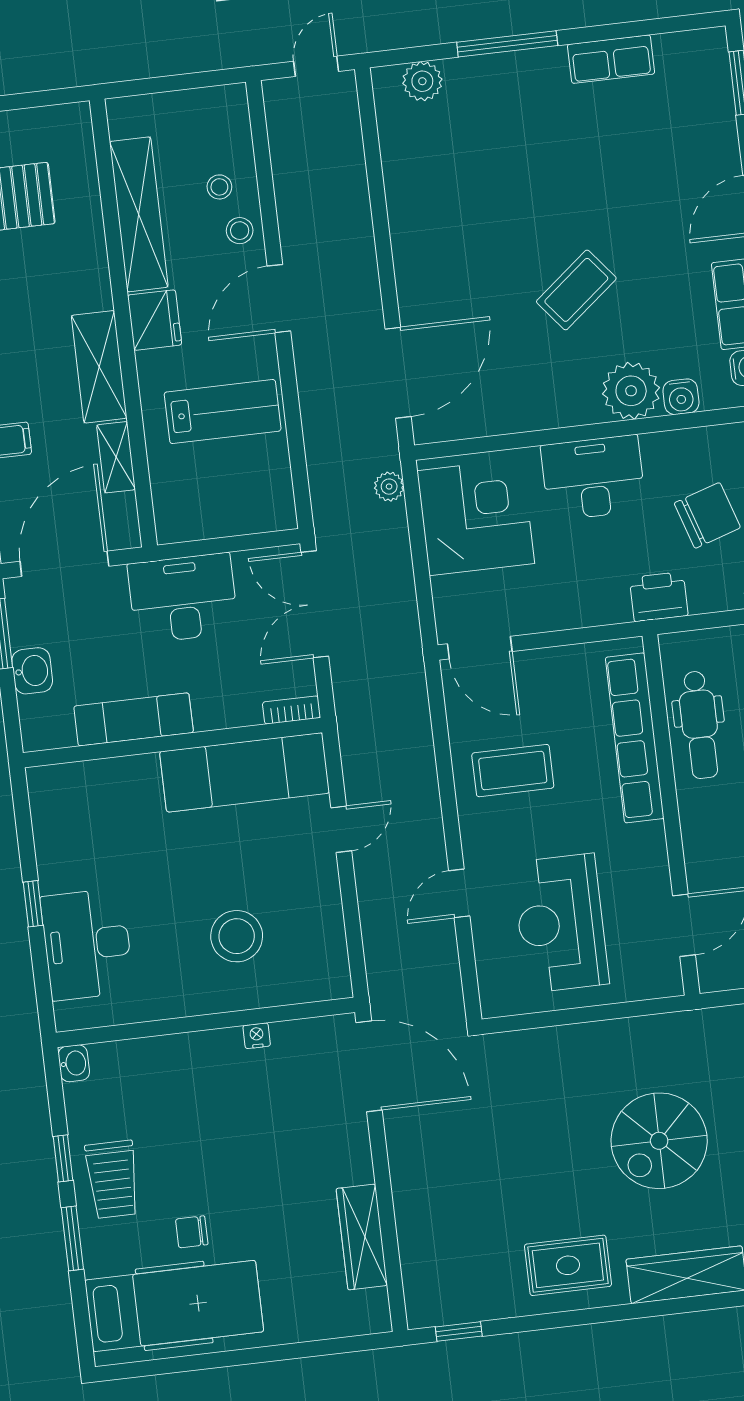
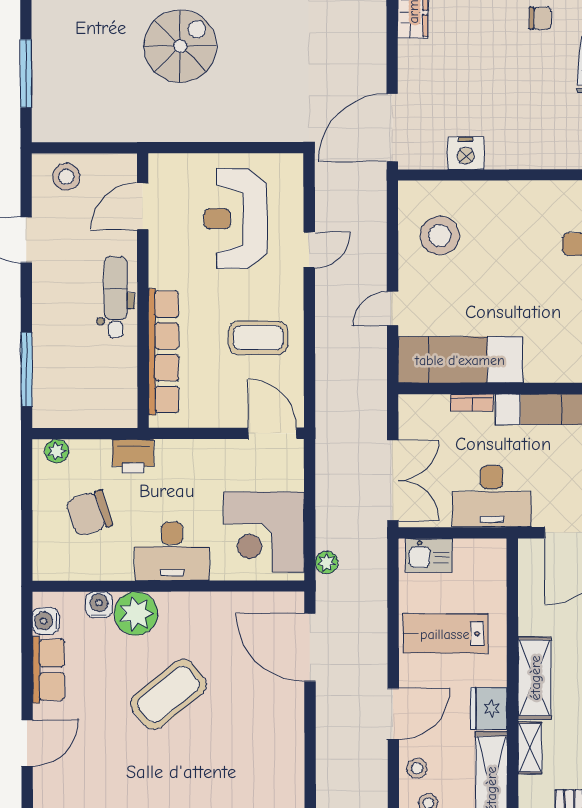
coffee table: (576, 290) -> (168, 694), width x1.36, depth x1.32
door: (398, 373) -> (310, 647), hinge flipped
shelving: (116, 457) -> (530, 748), moved
kitchen sink: (256, 511) -> (429, 555), added
bookcase: (292, 710) -> (472, 403), moved
dental chair: (700, 725) -> (116, 297), moved
reception desk: (561, 923) -> (235, 219), turned 180
stool: (237, 936) -> (440, 236), moved
nightstand: (257, 1036) -> (466, 153), width x1.89, depth x1.79
door: (369, 1066) -> (392, 128), hinge flipped

